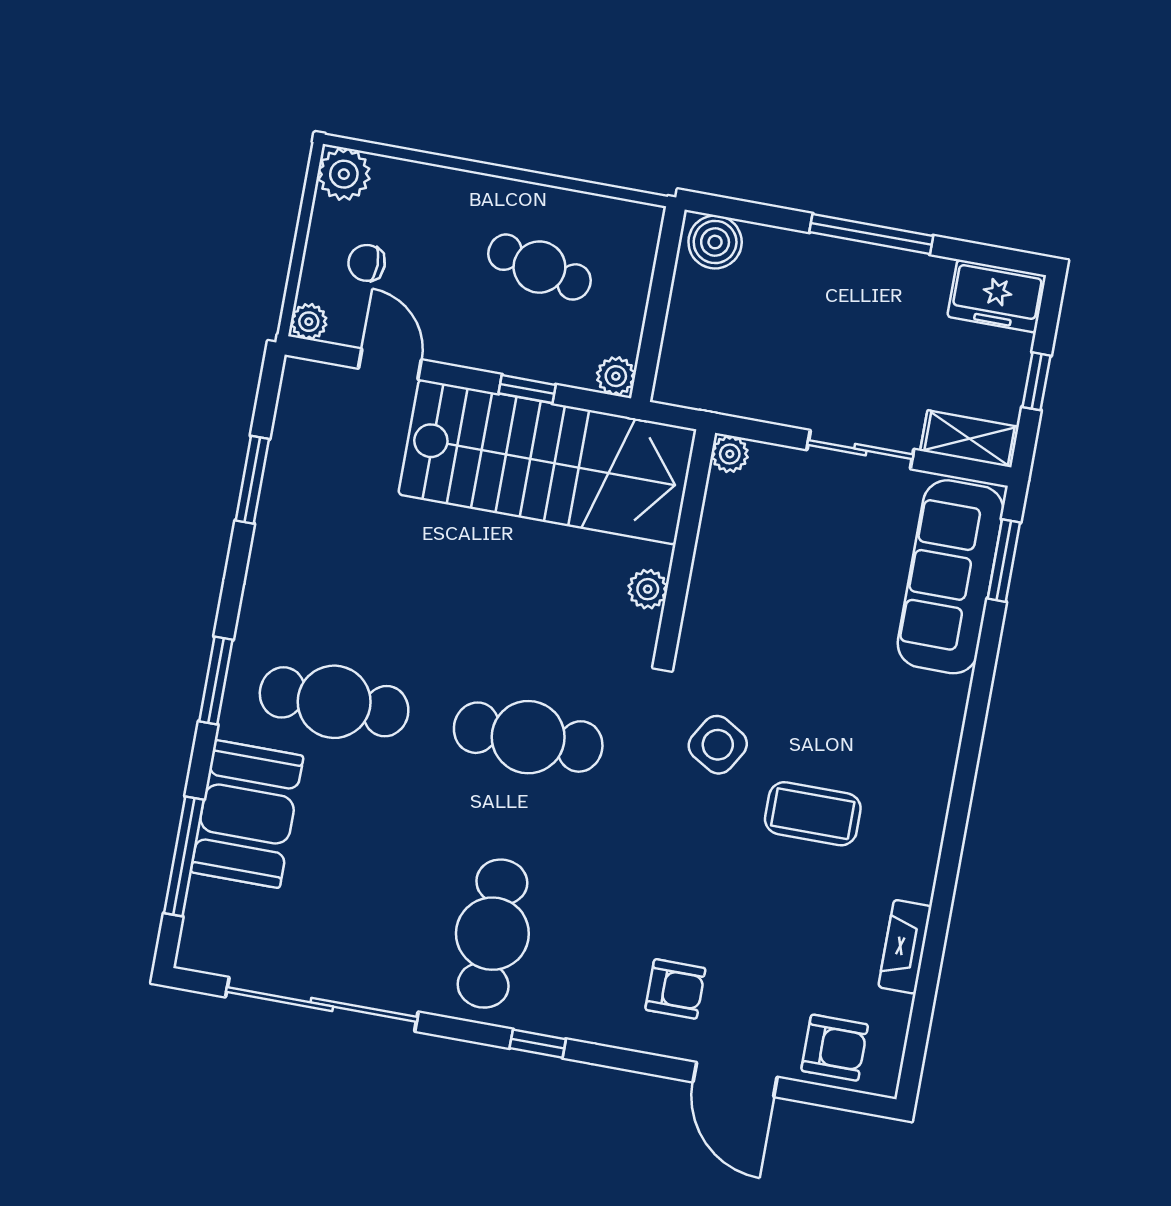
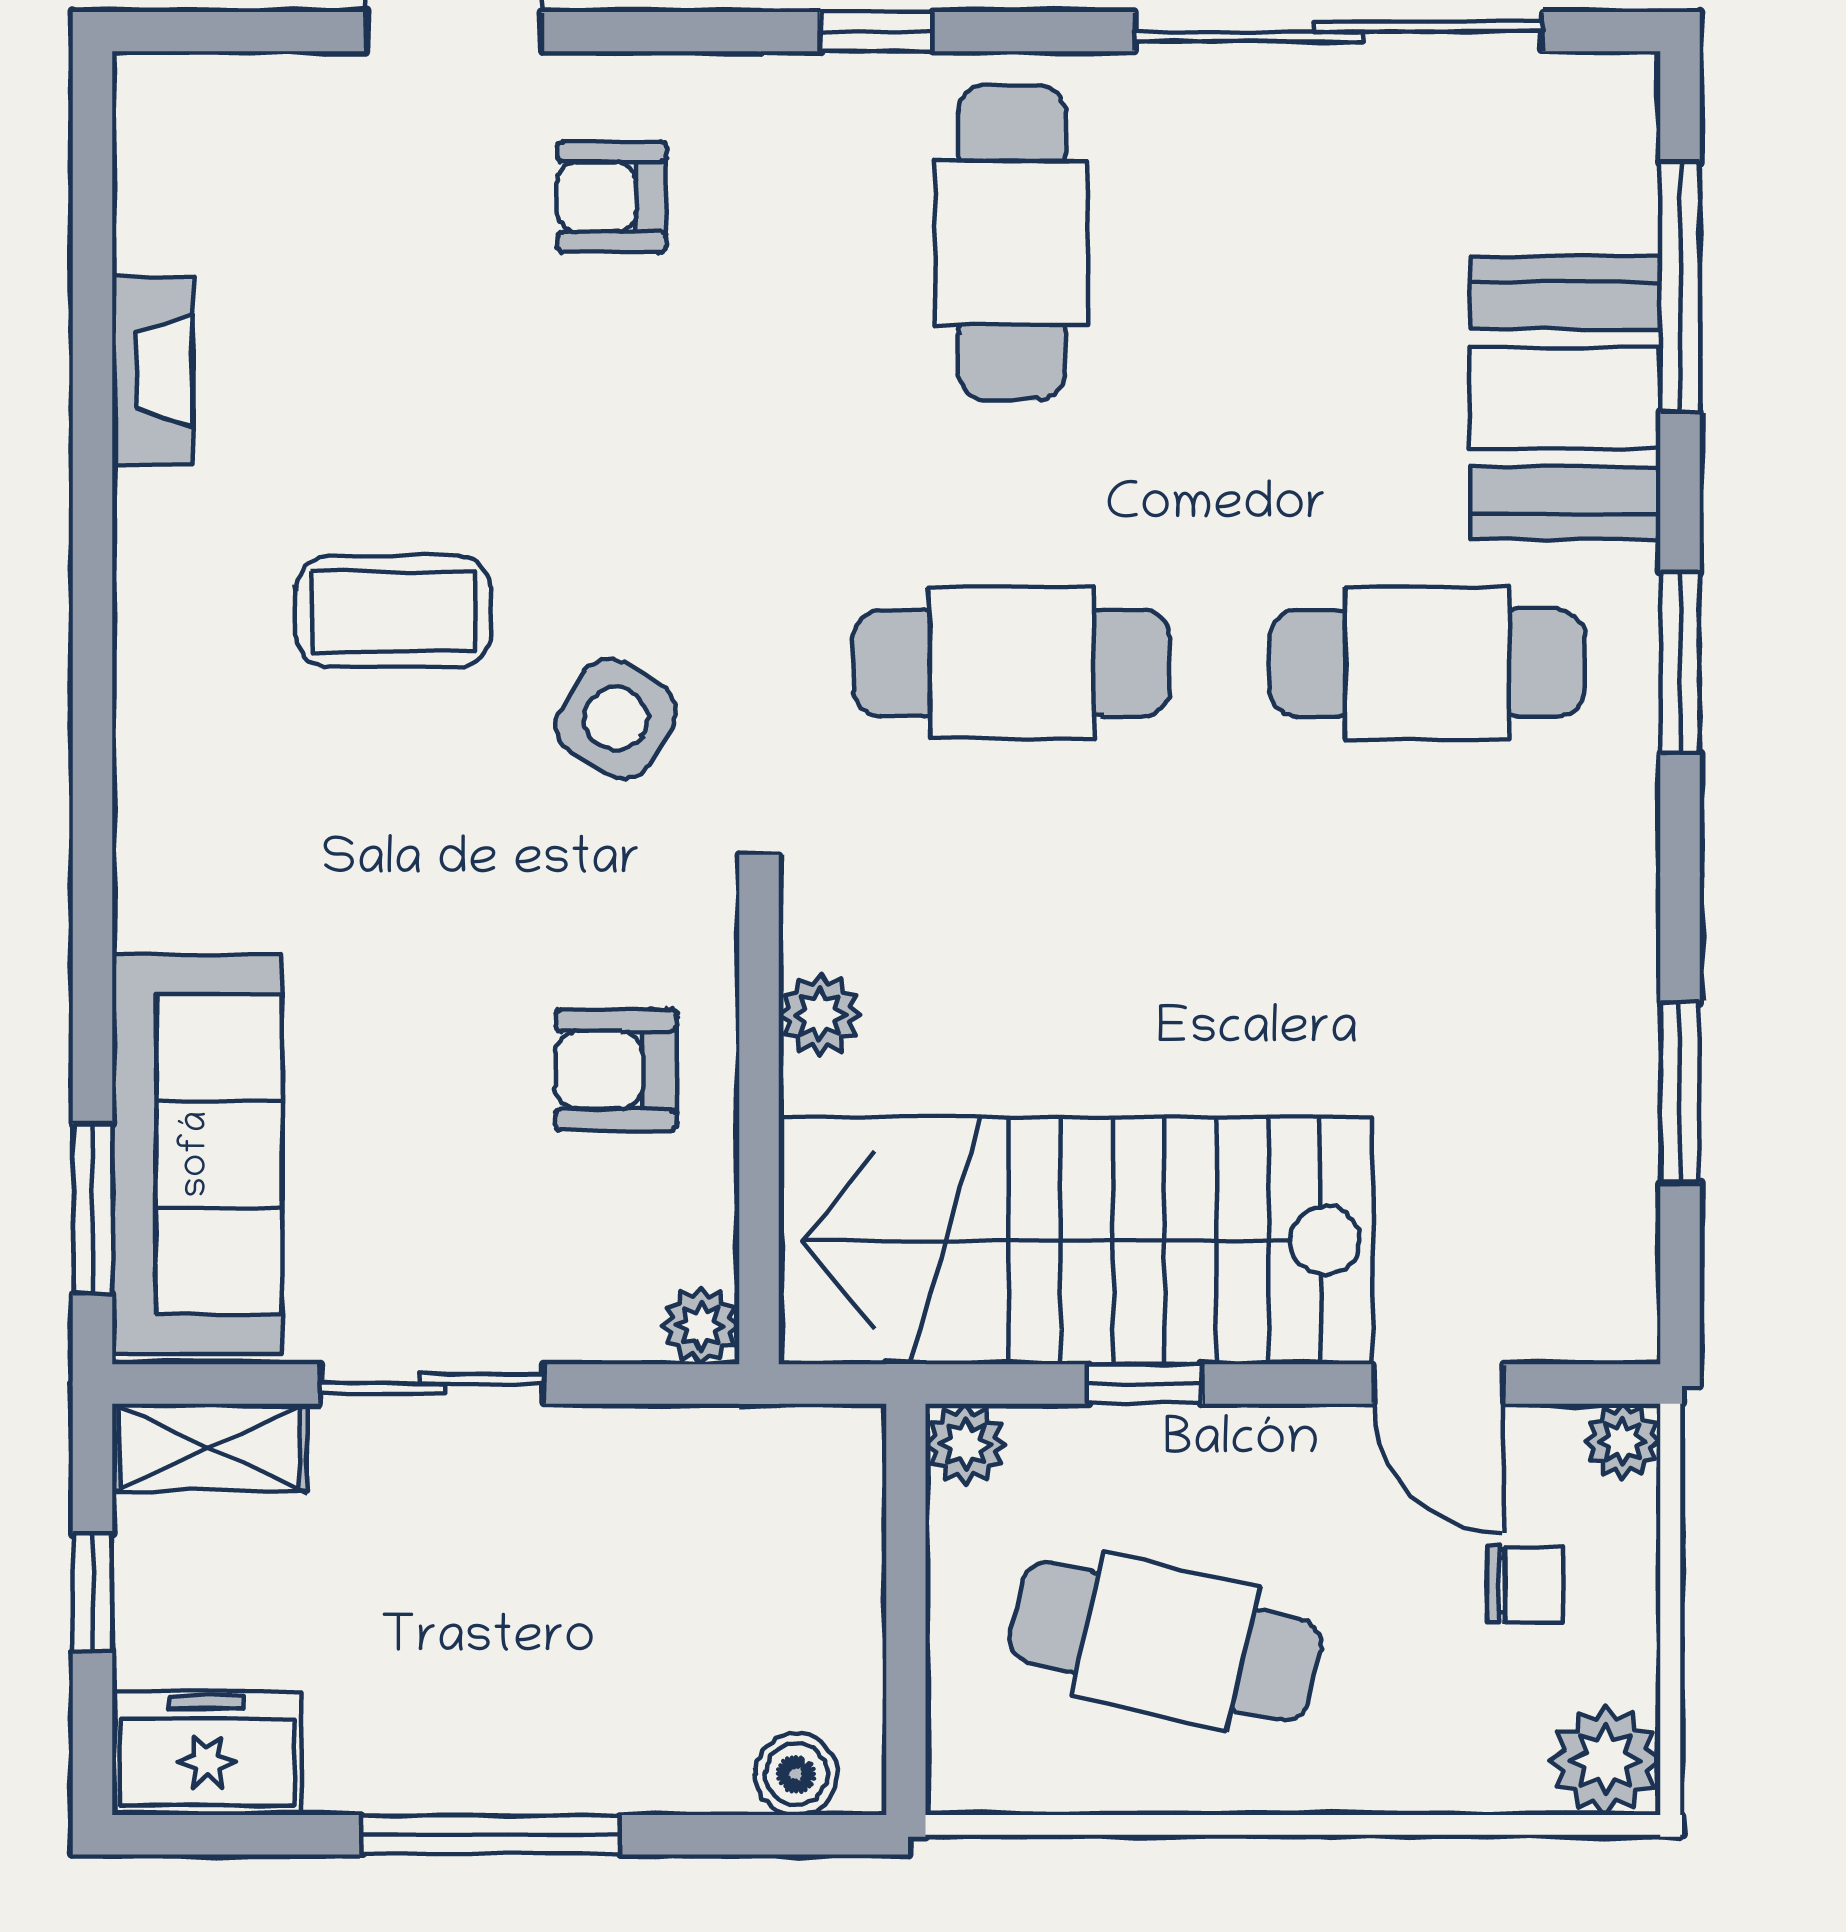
boiler: (715, 242) -> (796, 1774), width x0.73, depth x0.73
cafe table: (539, 267) -> (1165, 1641), width x1.37, depth x1.35
armchair: (835, 1048) -> (616, 1070), moved

